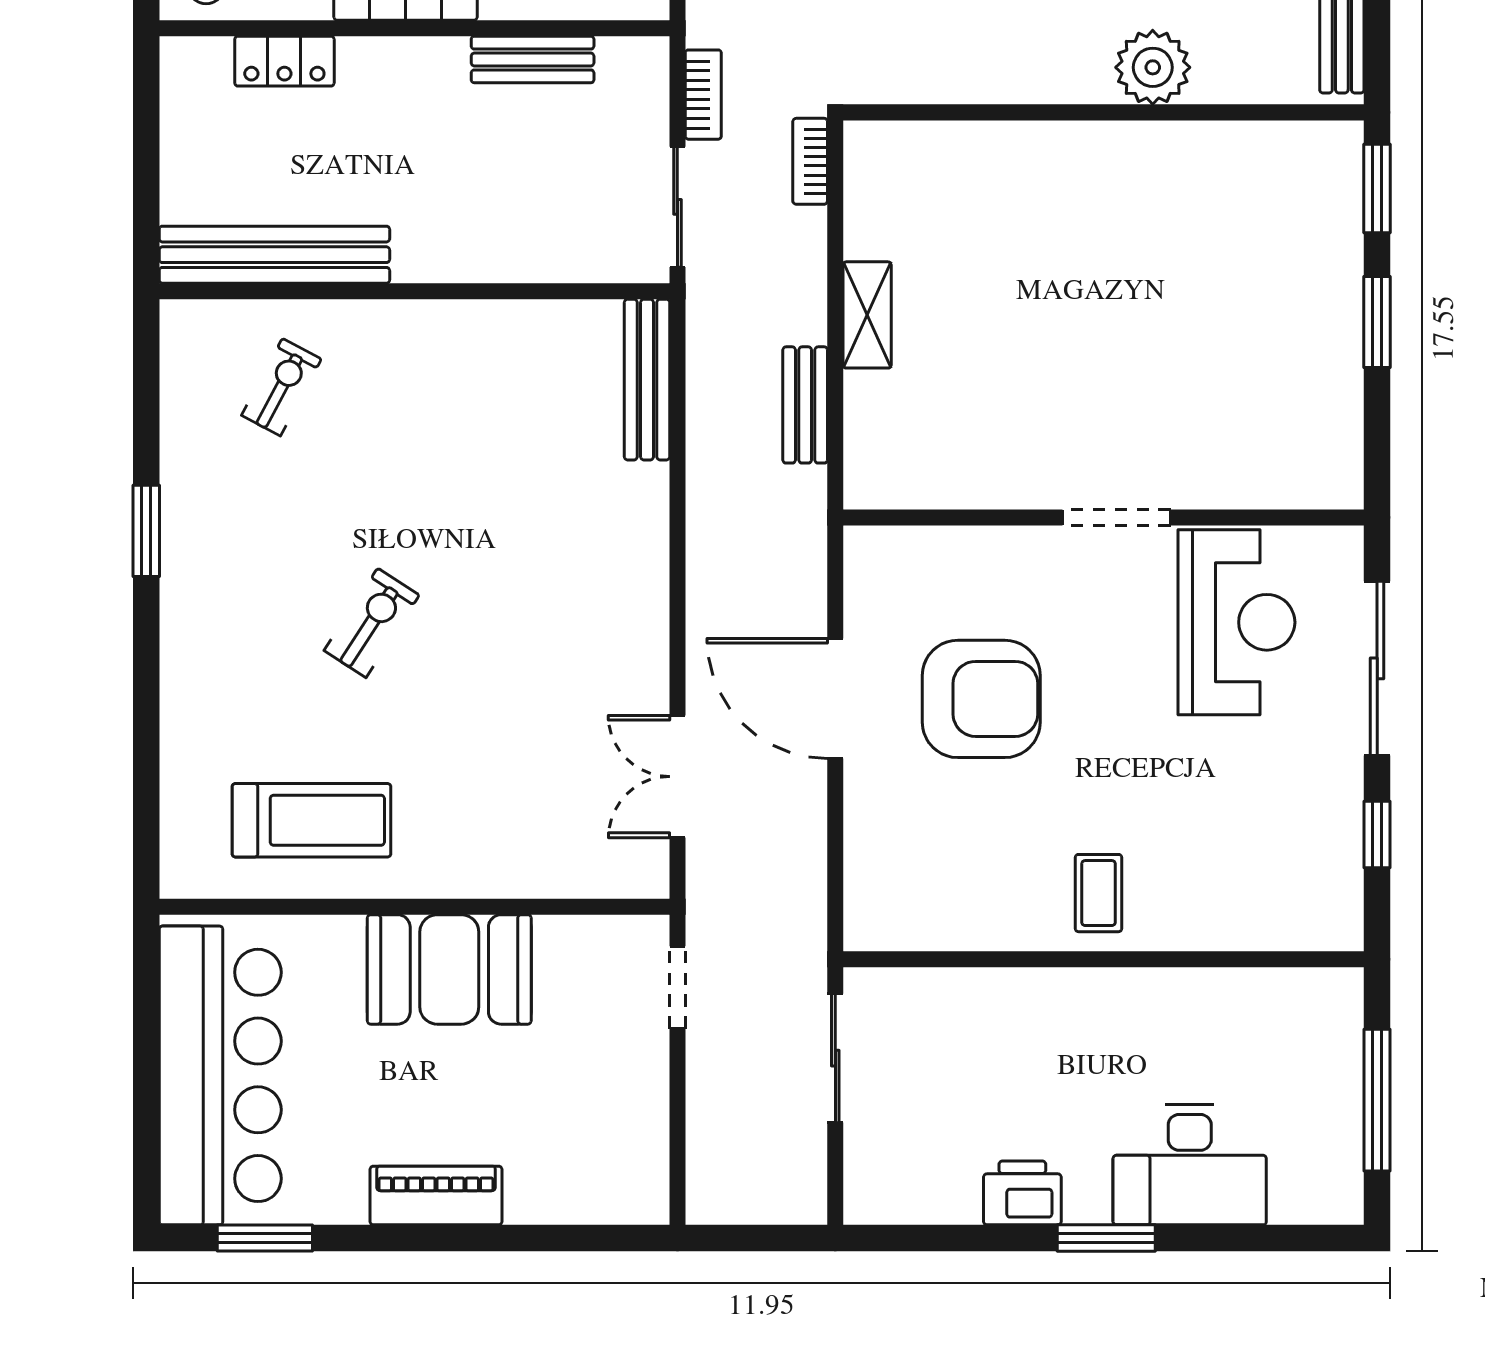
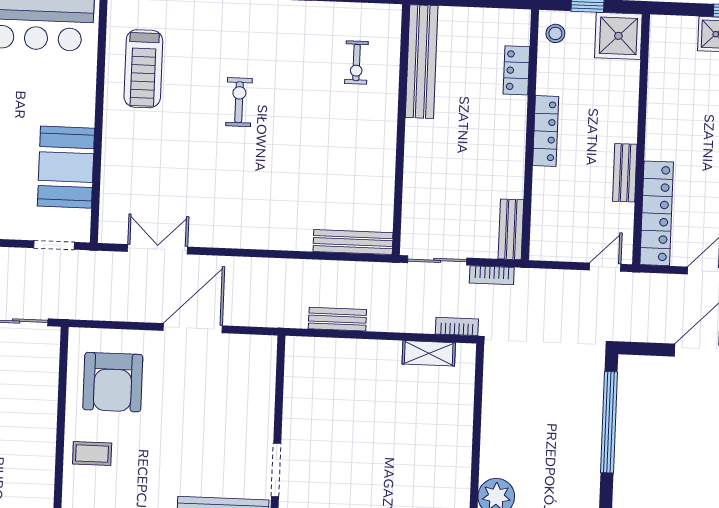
bench: (533, 59) -> (511, 229), moved
shelving: (867, 315) -> (429, 353), moved
exercise bike: (281, 387) -> (356, 62), turned 62
exercise bike: (372, 623) -> (239, 102), turned -123
armchair: (981, 699) -> (113, 382), moved
booth: (449, 969) -> (66, 167), moved

